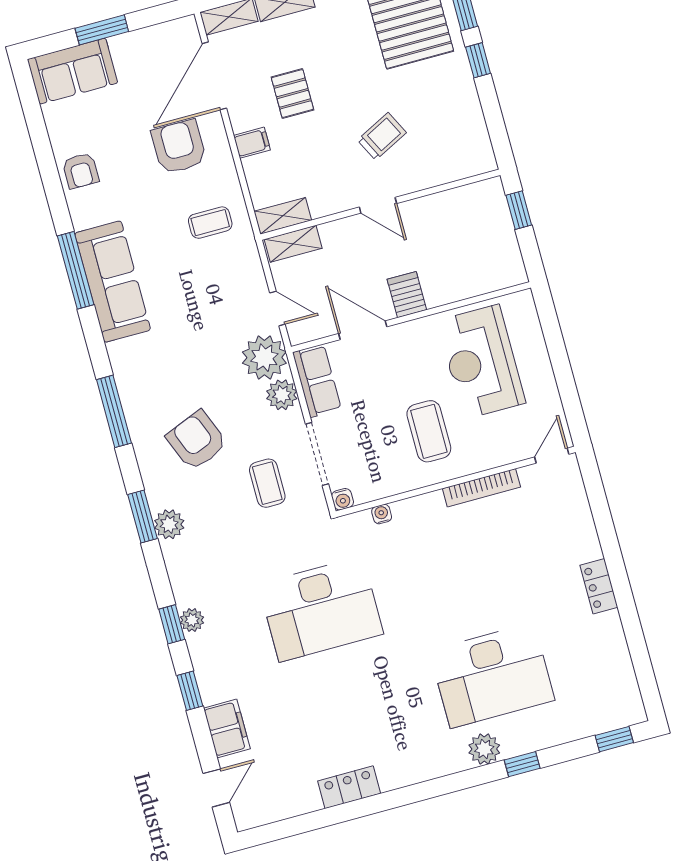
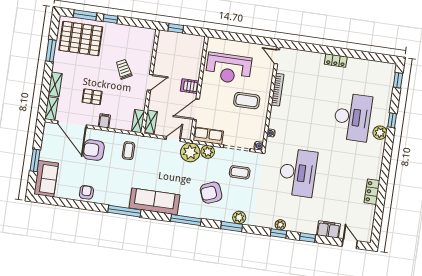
armchair: (81, 171) -> (86, 192), turned -90
sofa: (113, 282) -> (154, 201), moved

